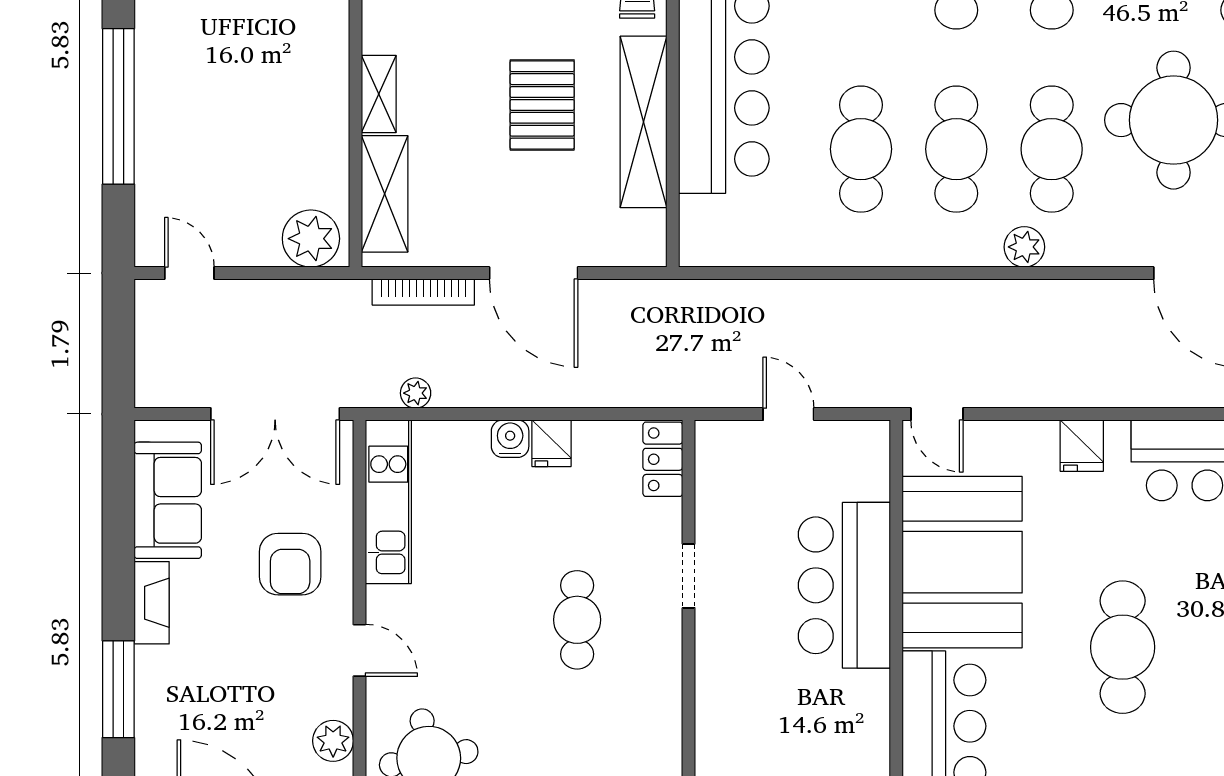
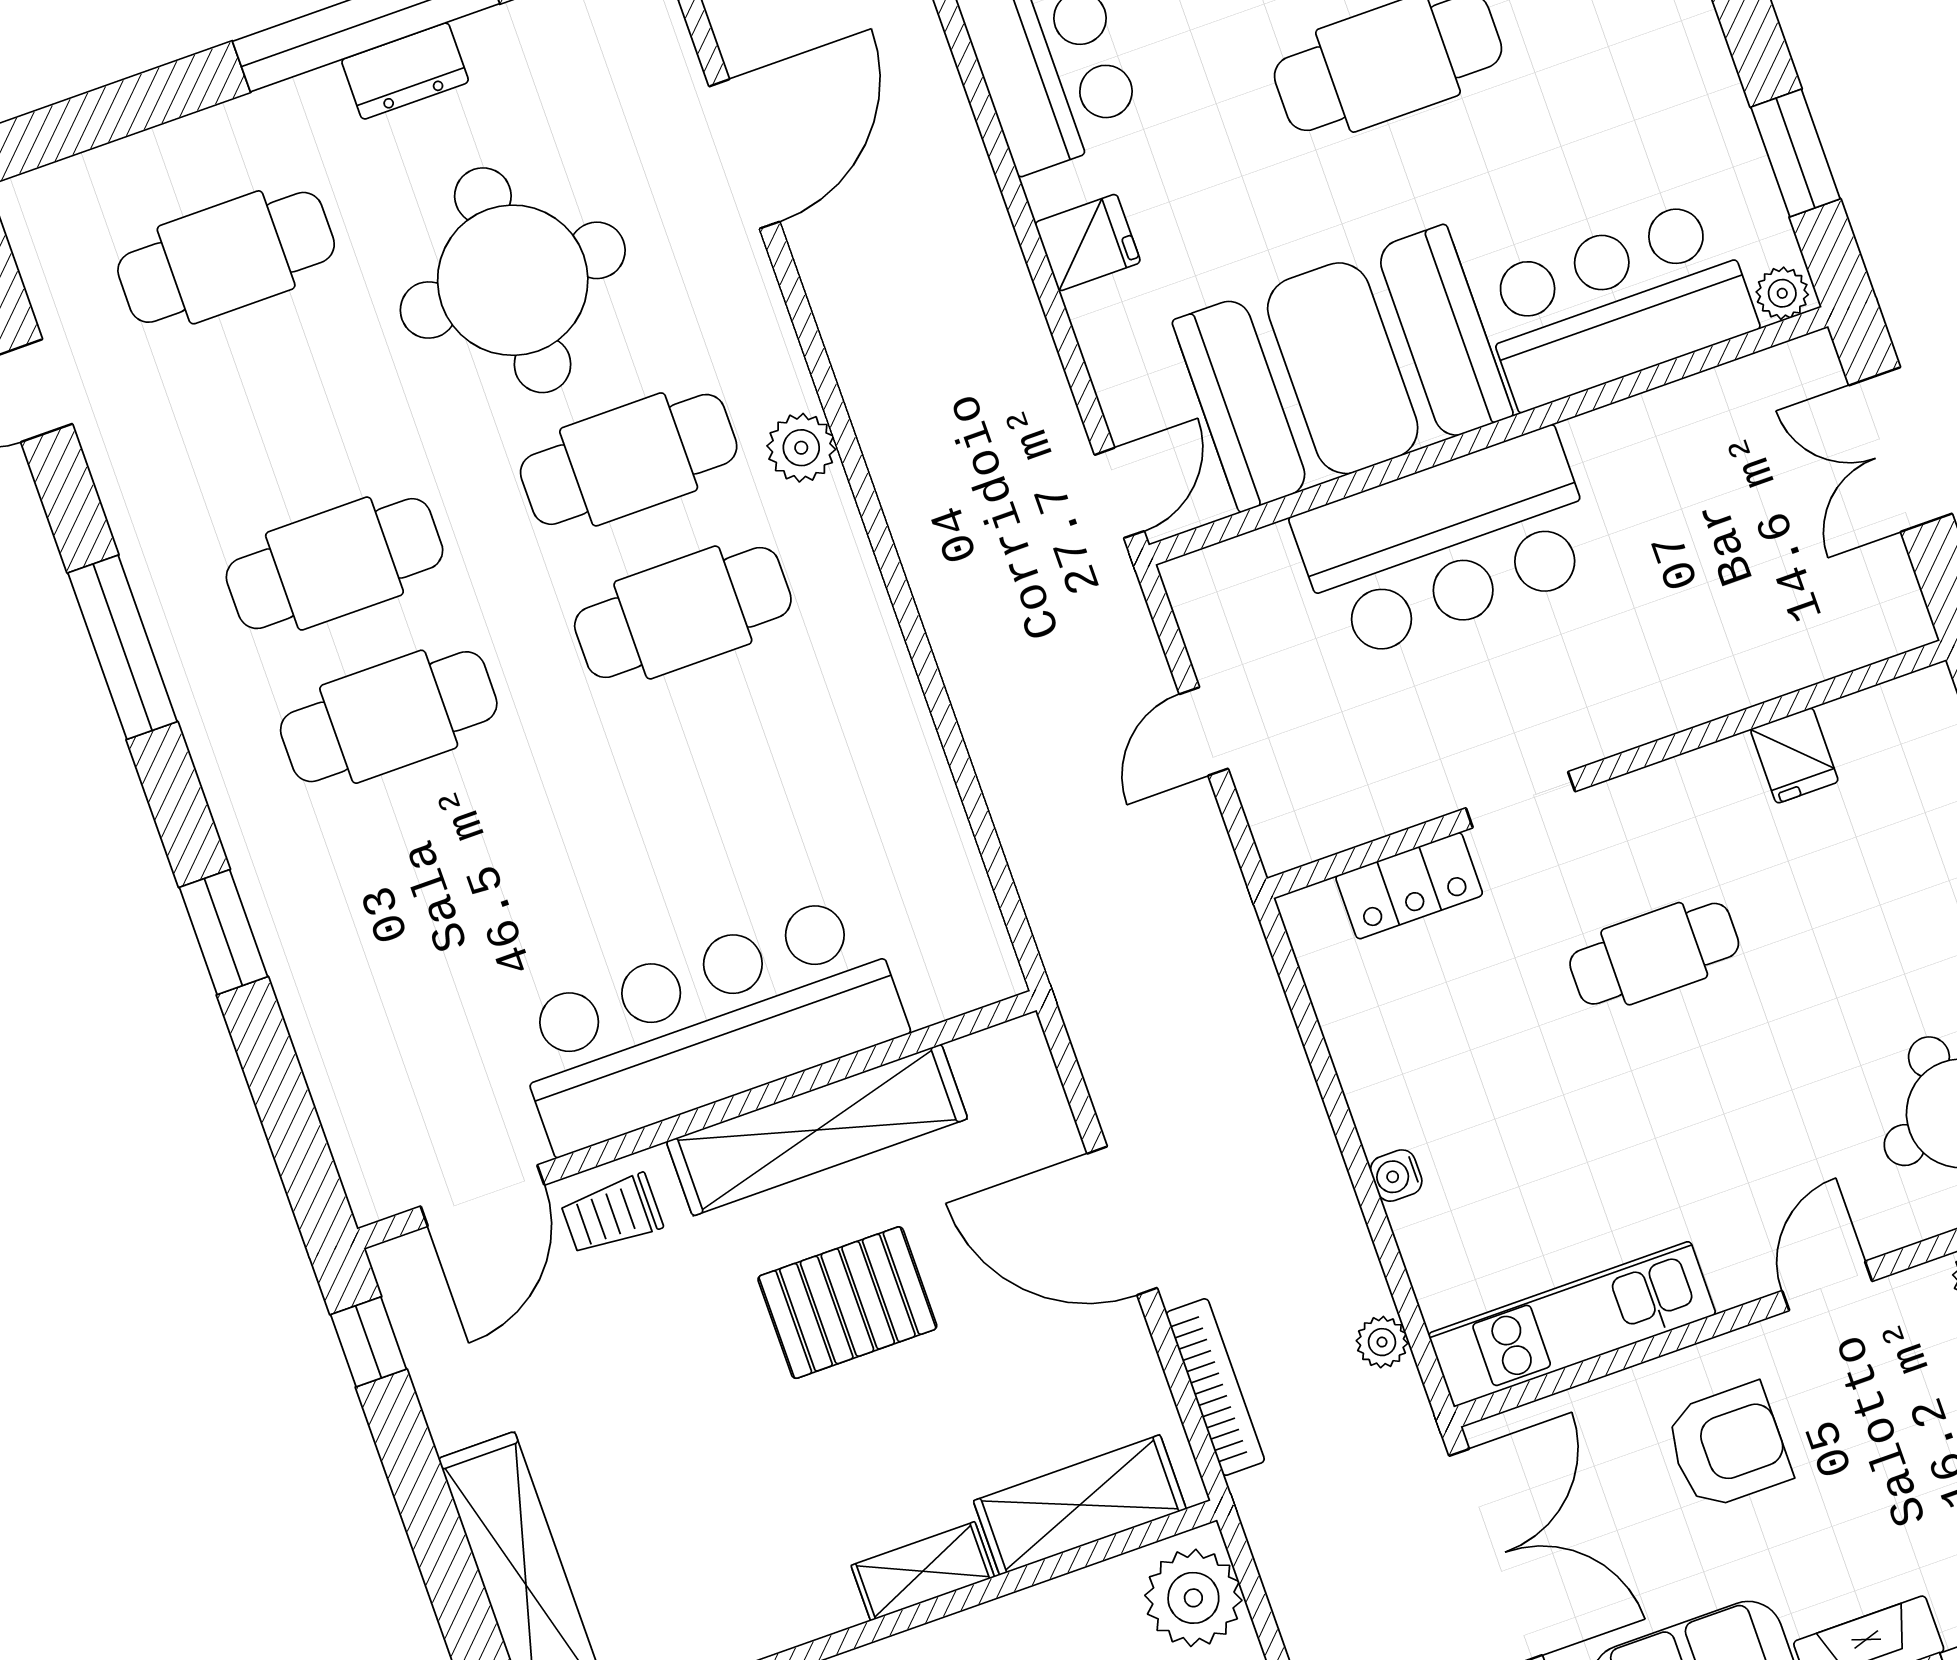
cafe table: (861, 149) -> (737, 766), removed
door: (534, 273) -> (1122, 1221), swing flipped
water cooler: (510, 439) -> (1396, 1176), width x0.72, depth x0.72
fridge: (552, 443) -> (1794, 755), moved, turned 90
locker: (663, 459) -> (1409, 886), moved

